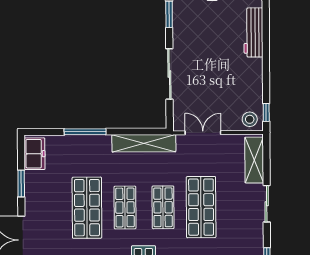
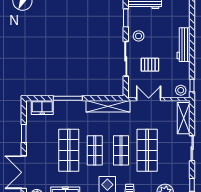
workbench: (253, 32) -> (184, 45), moved
stool: (188, 41) -> (139, 36), added
pallet: (205, 82) -> (150, 65), added
freezer: (34, 154) -> (42, 107), moved, turned 90

